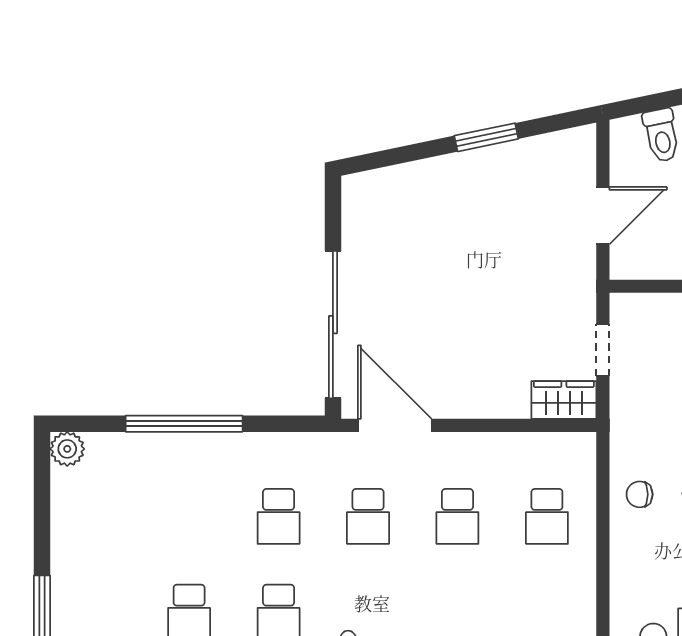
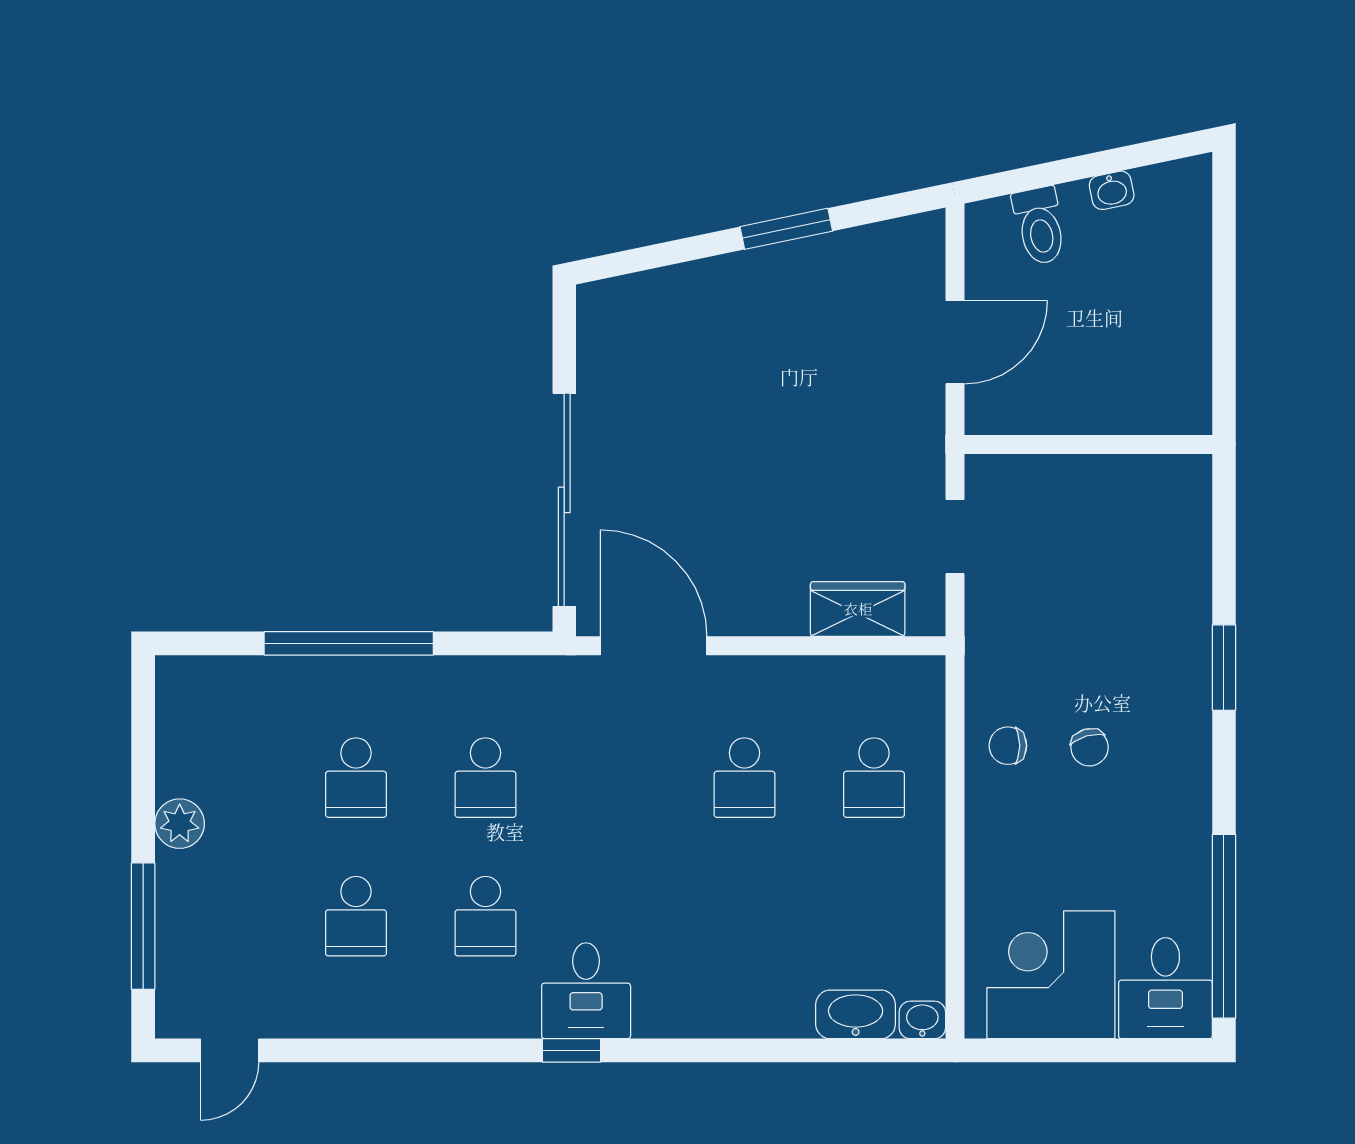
wardrobe: (564, 400) -> (858, 609), moved
plant: (67, 449) -> (180, 824), moved
school desk: (368, 516) -> (356, 778), moved

